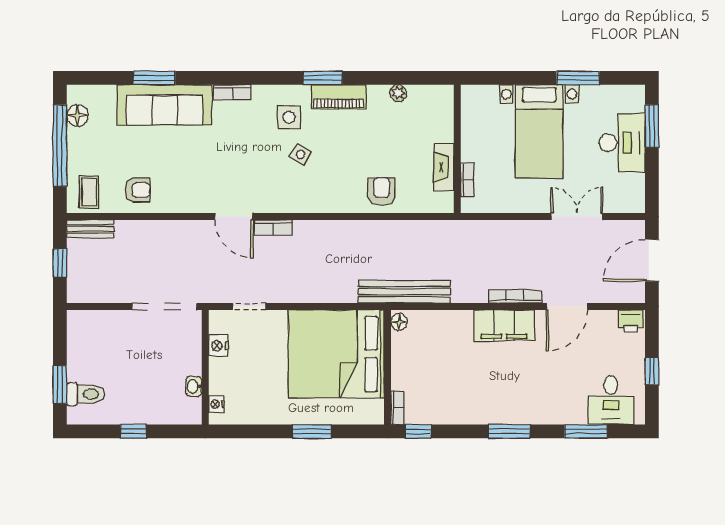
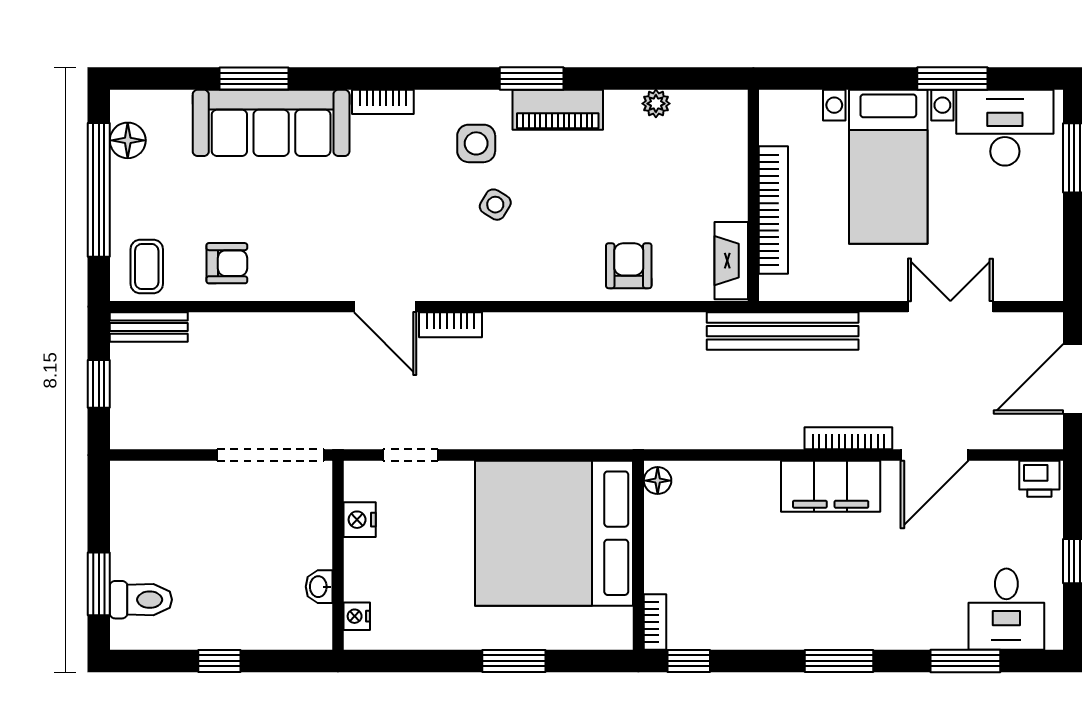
desk: (622, 143) -> (1005, 128), moved, turned -90
fireplace: (444, 167) -> (731, 261), moved
bookcase: (467, 180) -> (773, 210), width x2.31, depth x1.31
bench: (404, 292) -> (783, 331), moved

